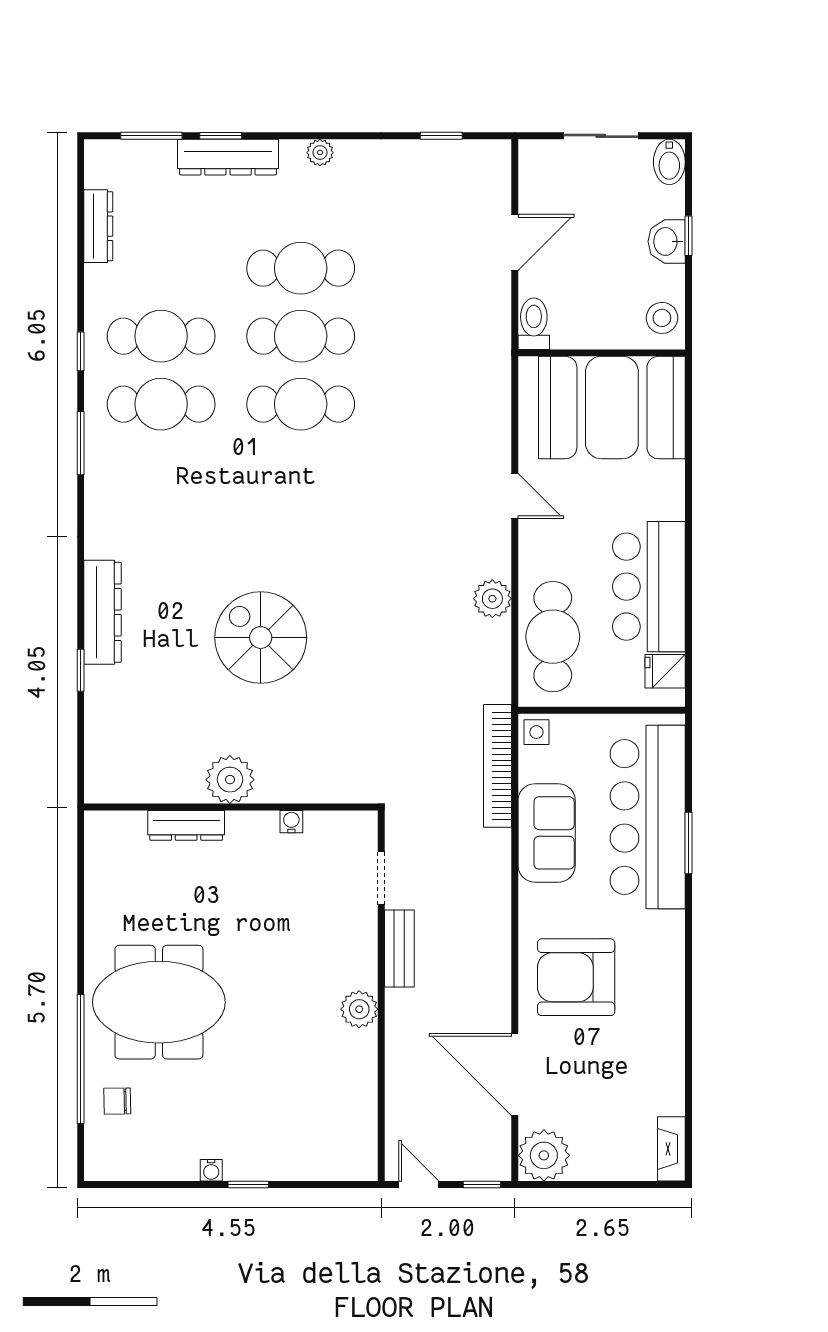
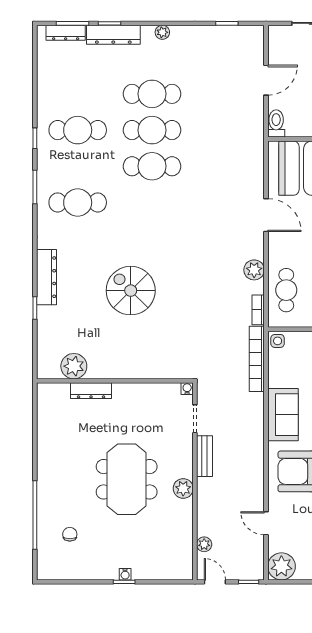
dresser: (98, 226) -> (66, 33), moved, turned 90
cafe table: (161, 404) -> (78, 202), moved
door: (515, 496) -> (266, 215), width x1.38
cafe table: (553, 637) -> (286, 290), width x0.73, depth x0.74
bookcase: (500, 674) -> (258, 310), added
plant: (230, 780) -> (74, 366), moved
water cooler: (291, 822) -> (187, 389), moved
sofa: (547, 833) -> (283, 415), moved
meeting table: (159, 1002) -> (127, 479), moved, turned 90
door: (515, 1074) -> (266, 523), width x0.53
chair: (117, 1101) -> (70, 534), moved, turned 91
plant: (399, 1114) -> (204, 544), added
water cooler: (211, 1170) -> (125, 574), moved

